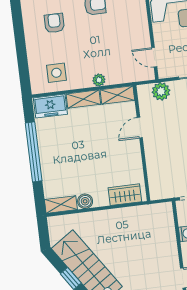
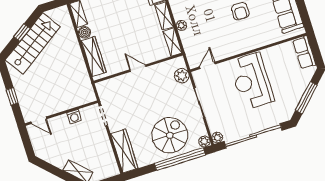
door: (140, 128) -> (138, 68), moved
wardrobe: (125, 195) -> (94, 57), width x1.50

